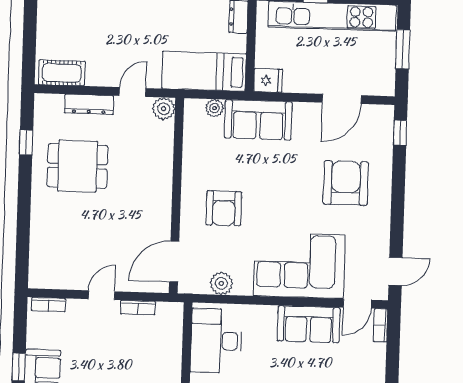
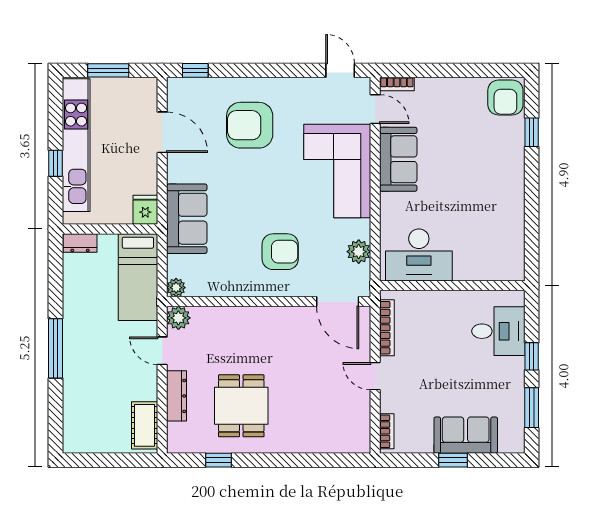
plant: (215, 108) -> (176, 288), moved
bookcase: (138, 308) -> (387, 328), width x1.56

